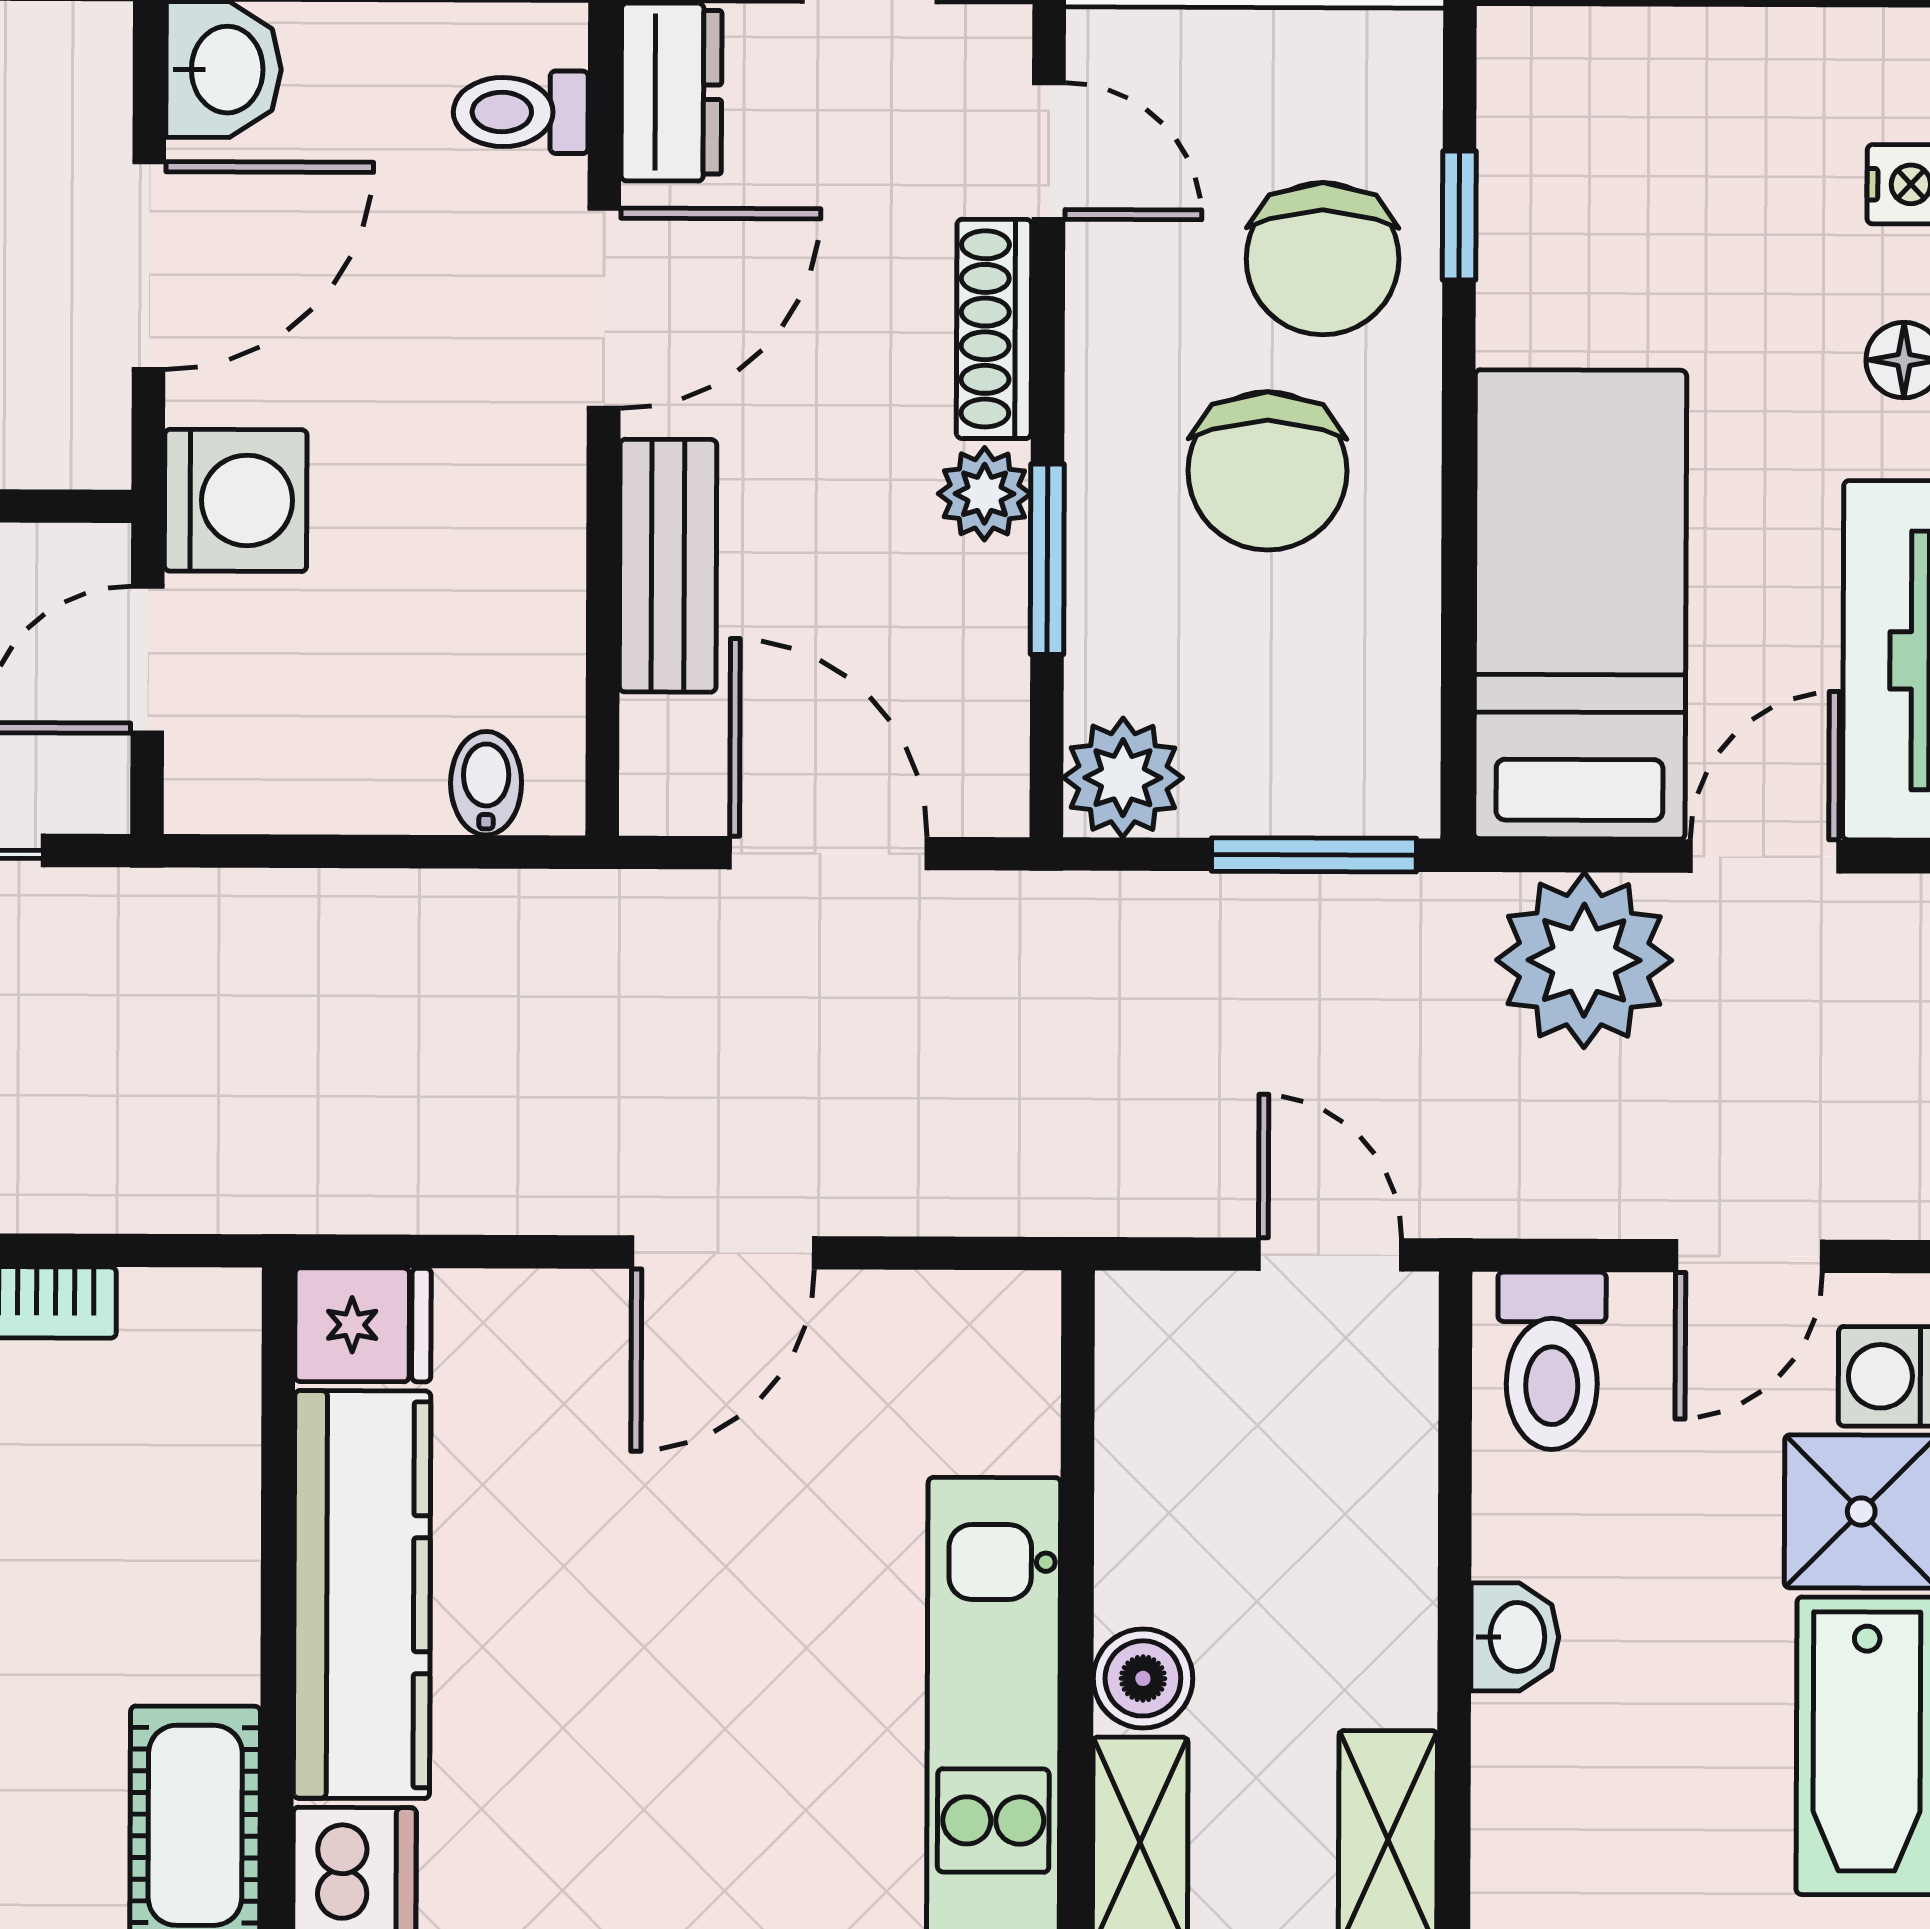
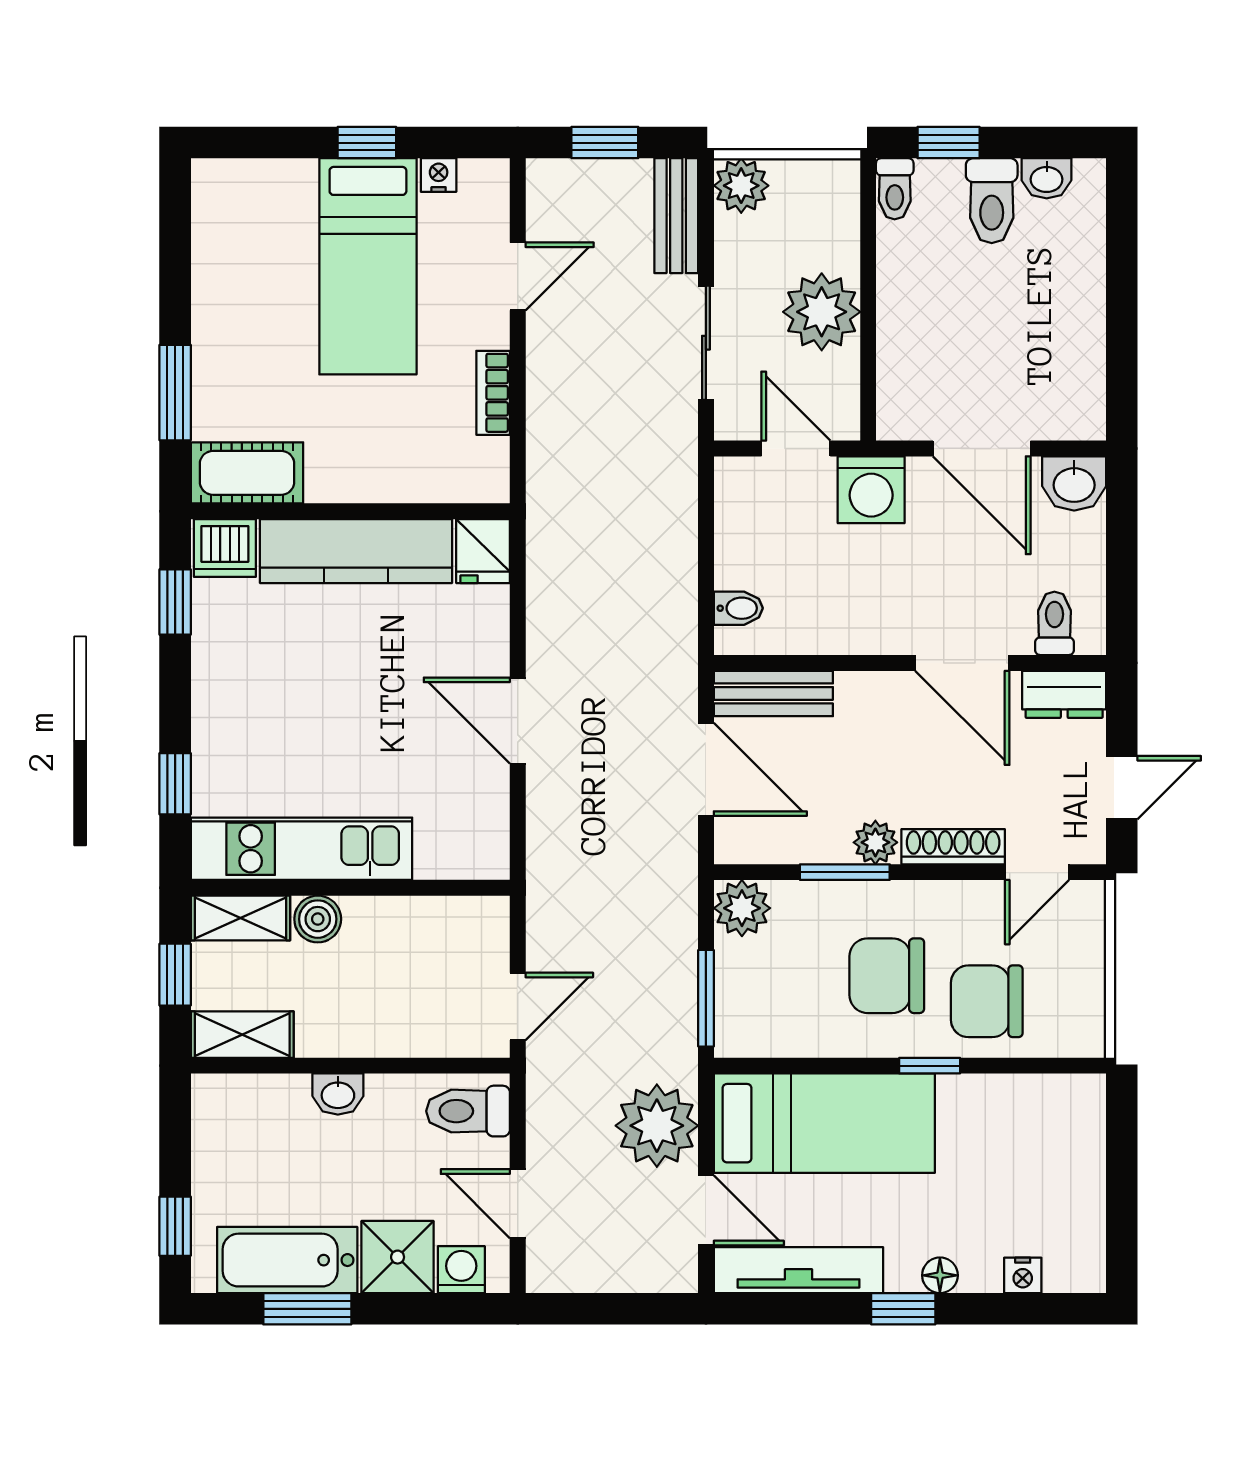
window: (1459, 215) -> (930, 1066), moved
bench: (668, 566) -> (773, 693), moved
door: (828, 853) -> (706, 769), hinge flipped

